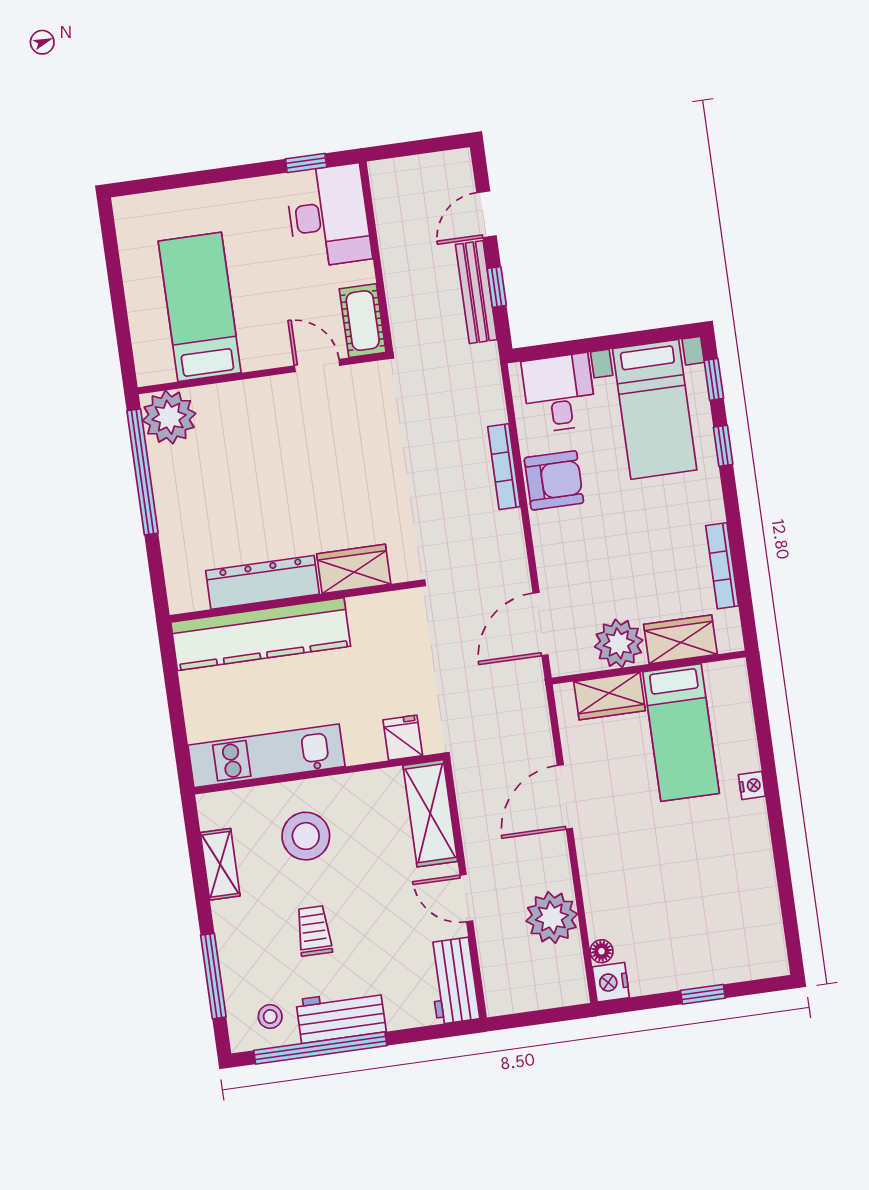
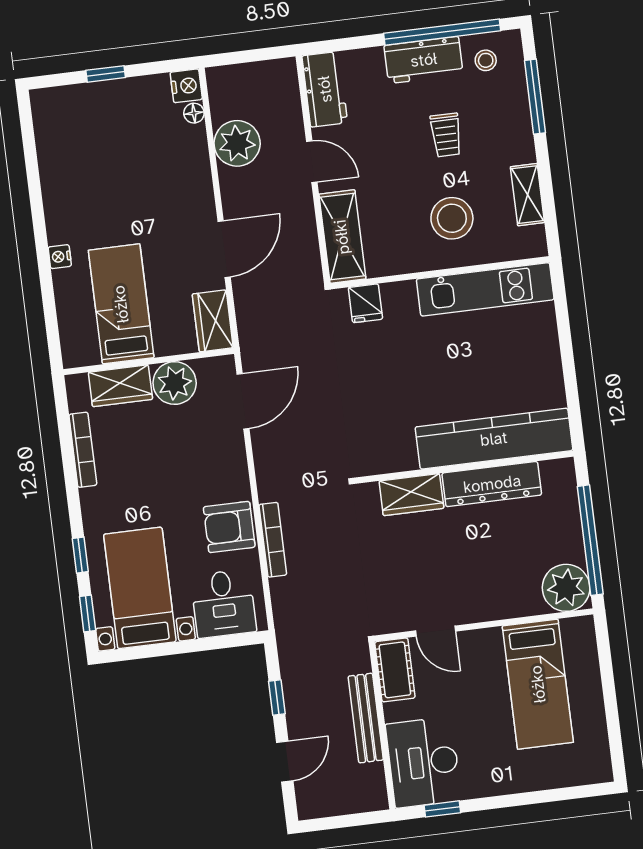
bench: (476, 292) -> (366, 718), moved
wardrobe: (354, 569) -> (411, 495), moved
dresser: (262, 582) -> (492, 484), moved
wall: (294, 601) -> (464, 467), moved
kitchen counter: (261, 634) -> (494, 439), moved
wardrobe: (610, 696) -> (213, 321), moved, turned -90

